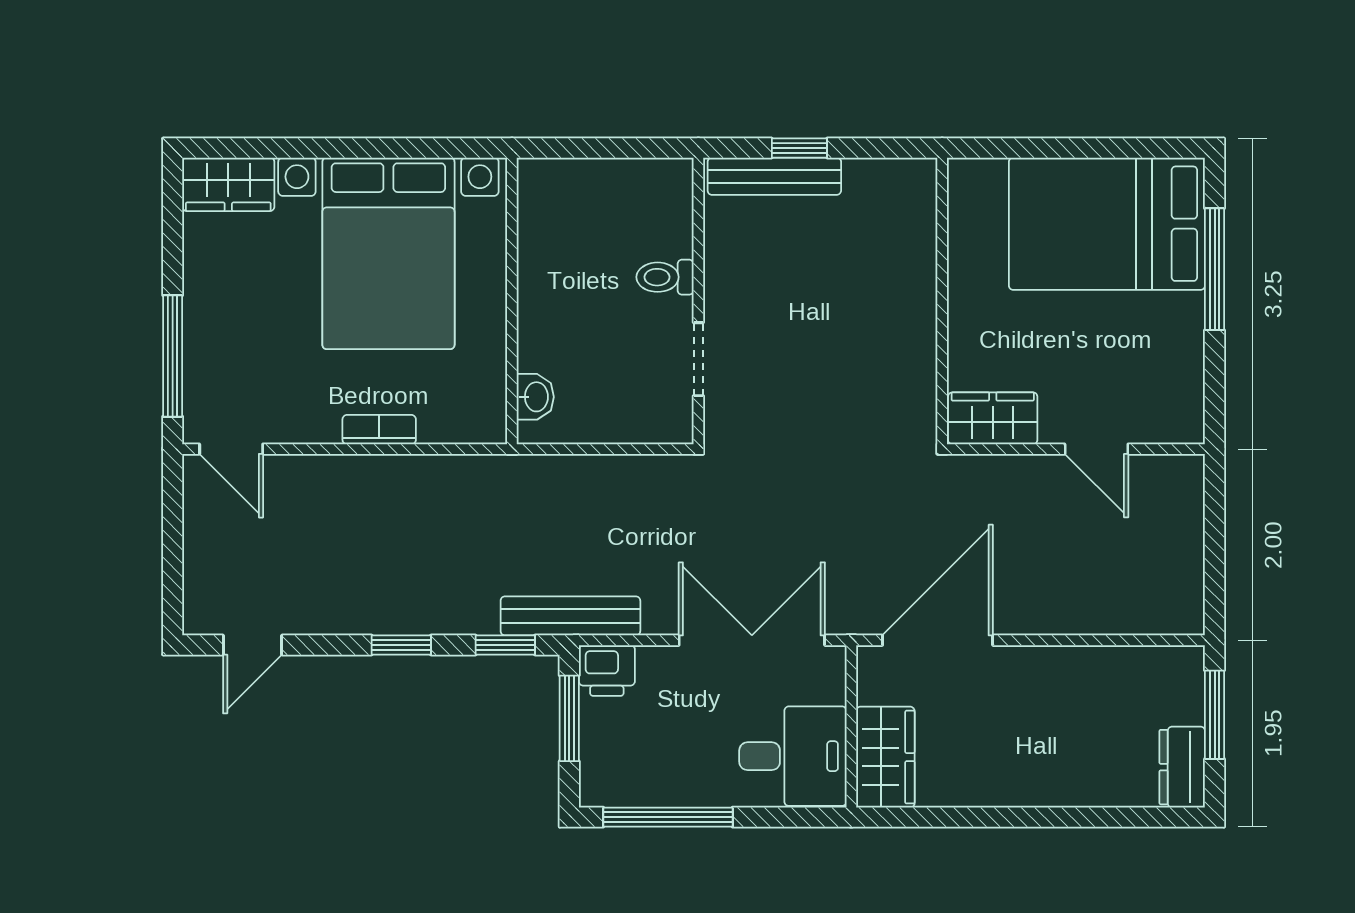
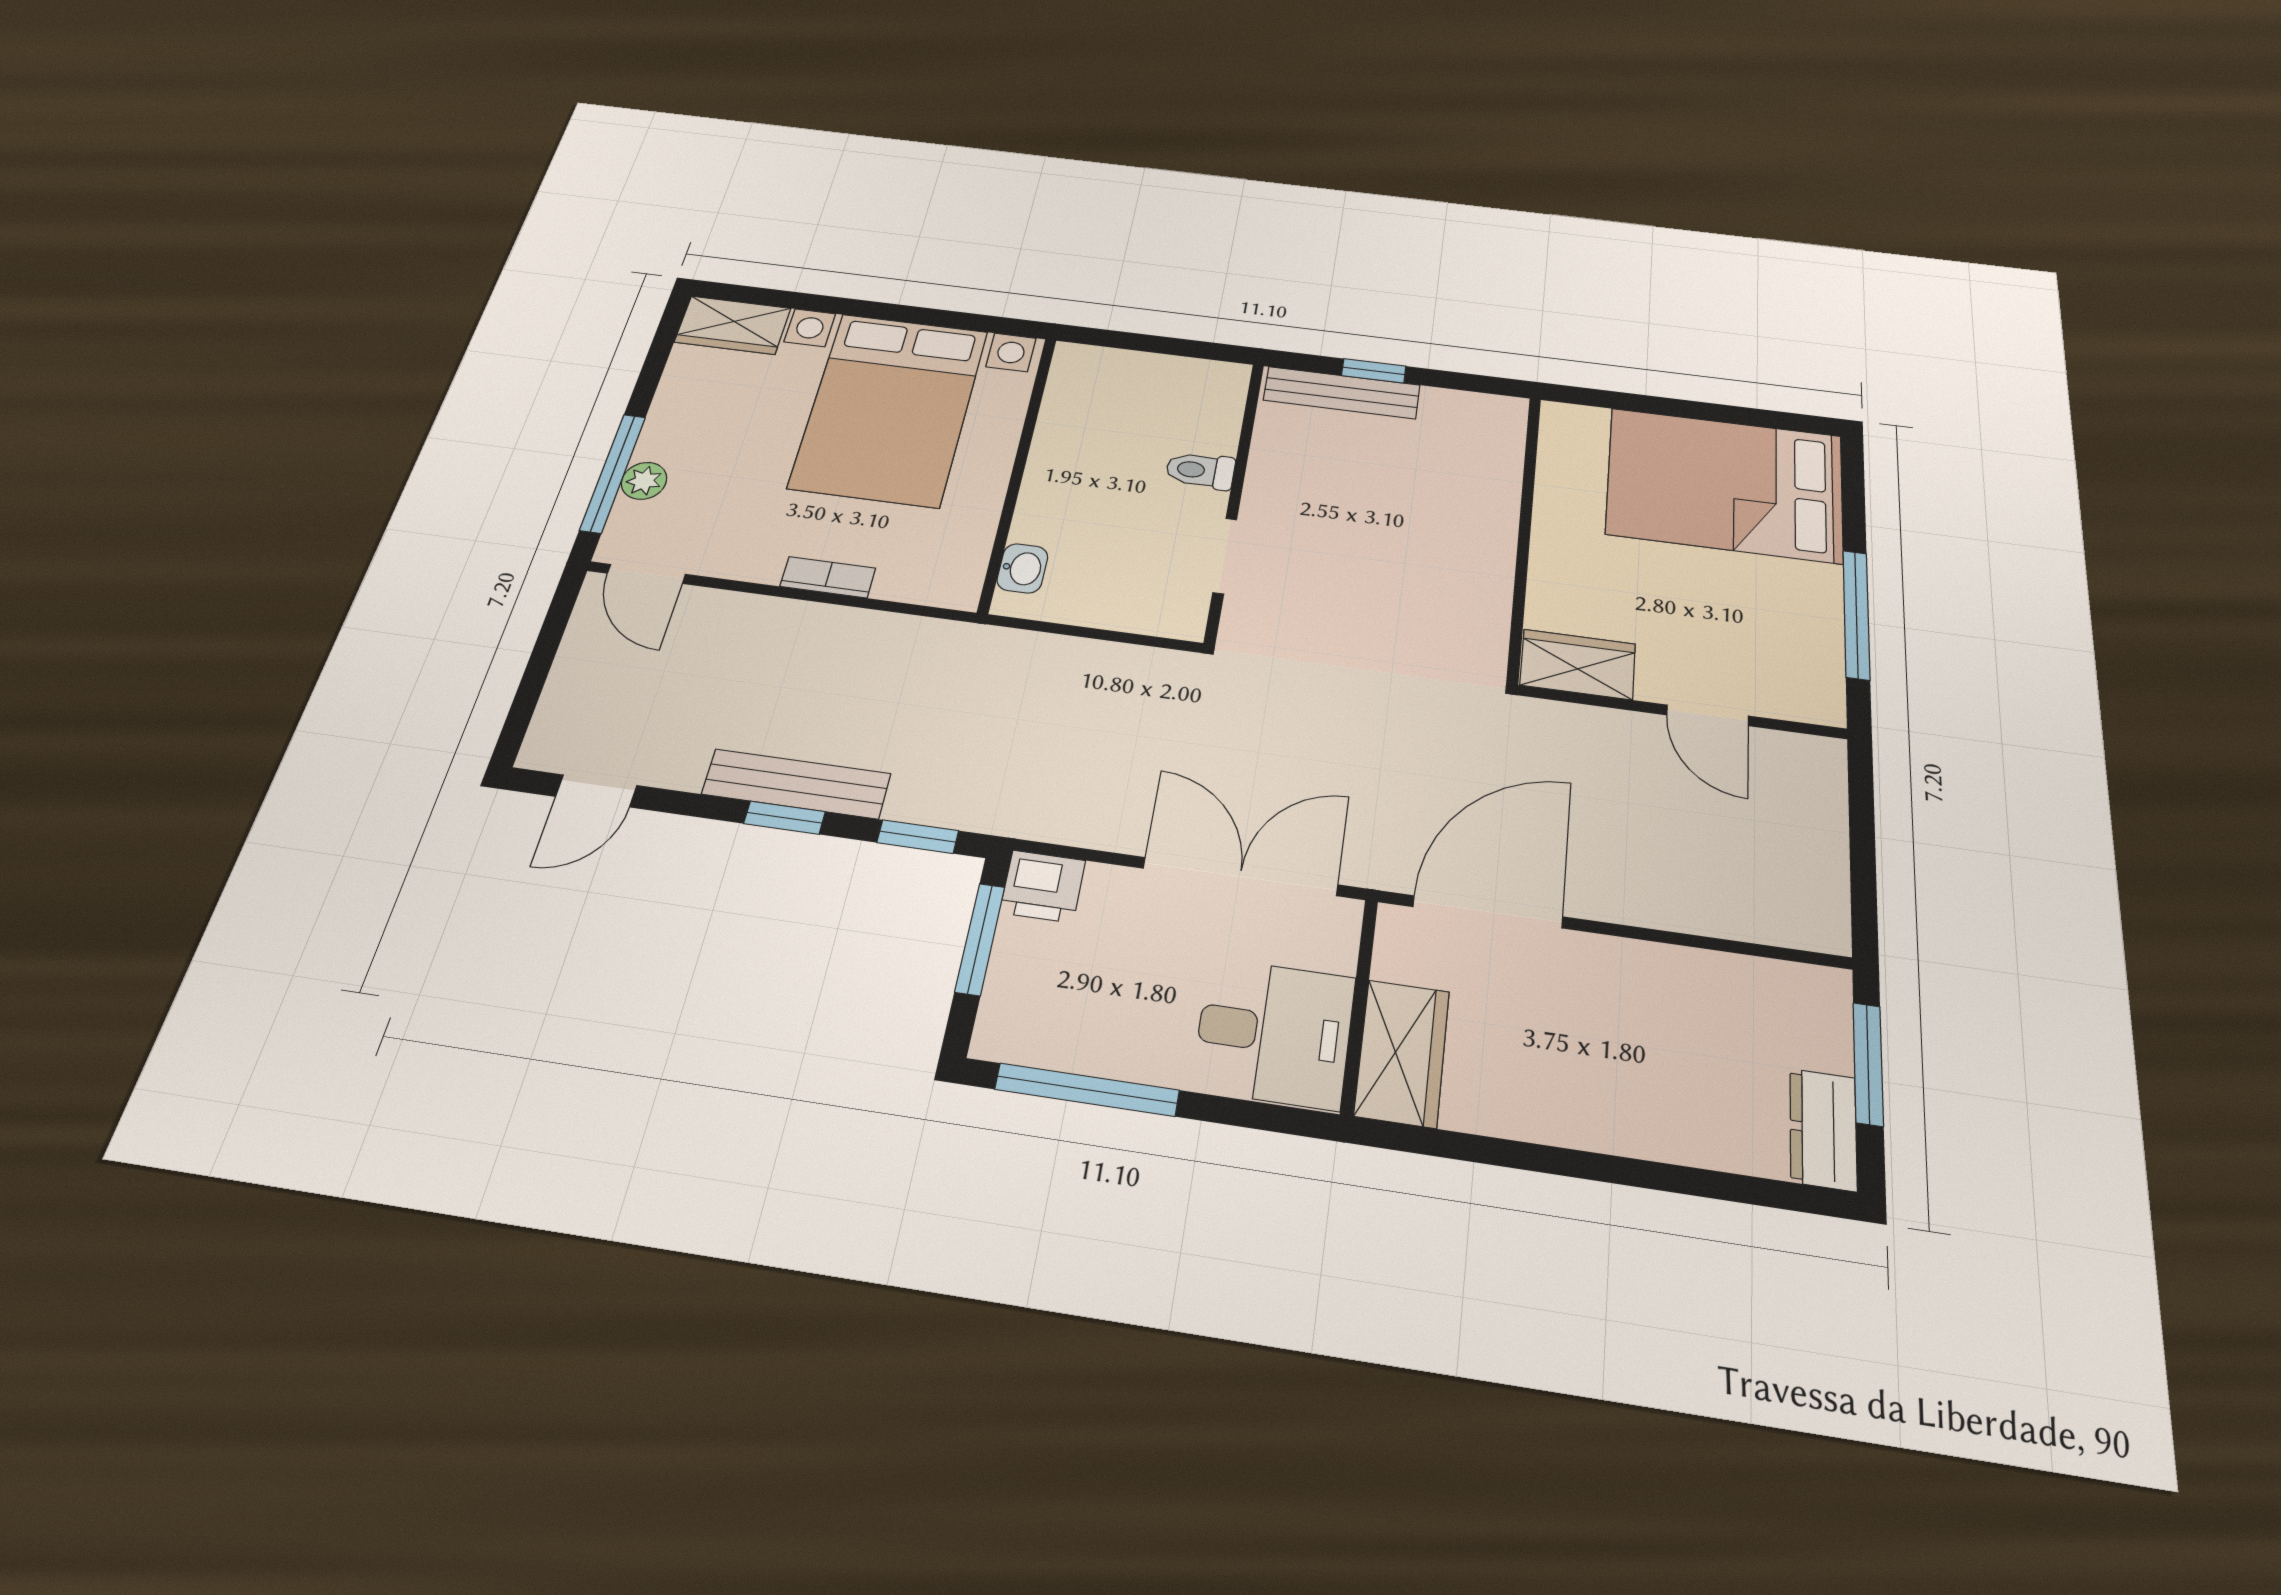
window: (1215, 269) -> (1856, 614), moved
plant: (201, 360) -> (644, 481), added
bench: (570, 616) -> (796, 784), moved

